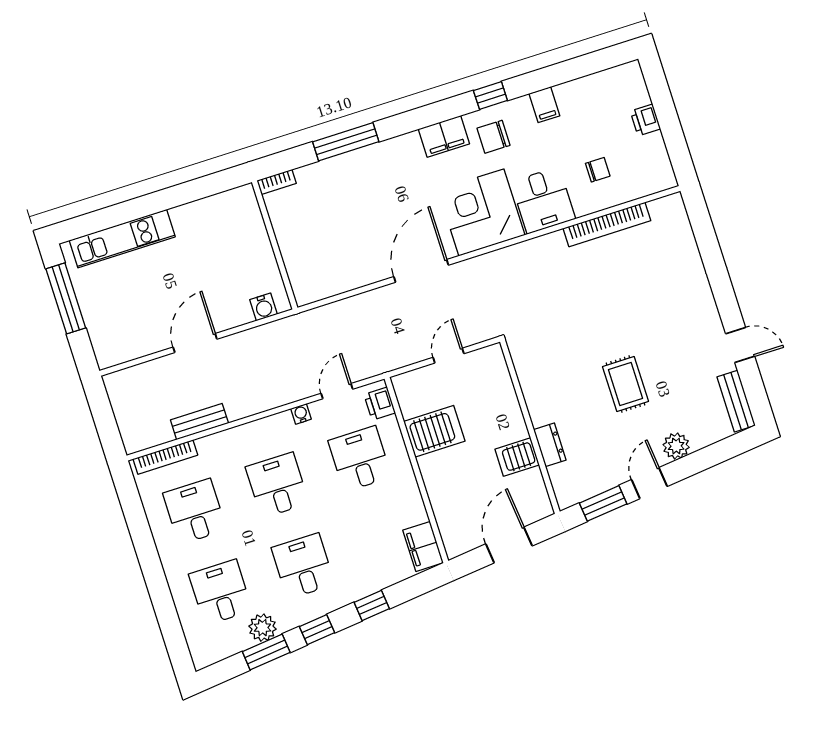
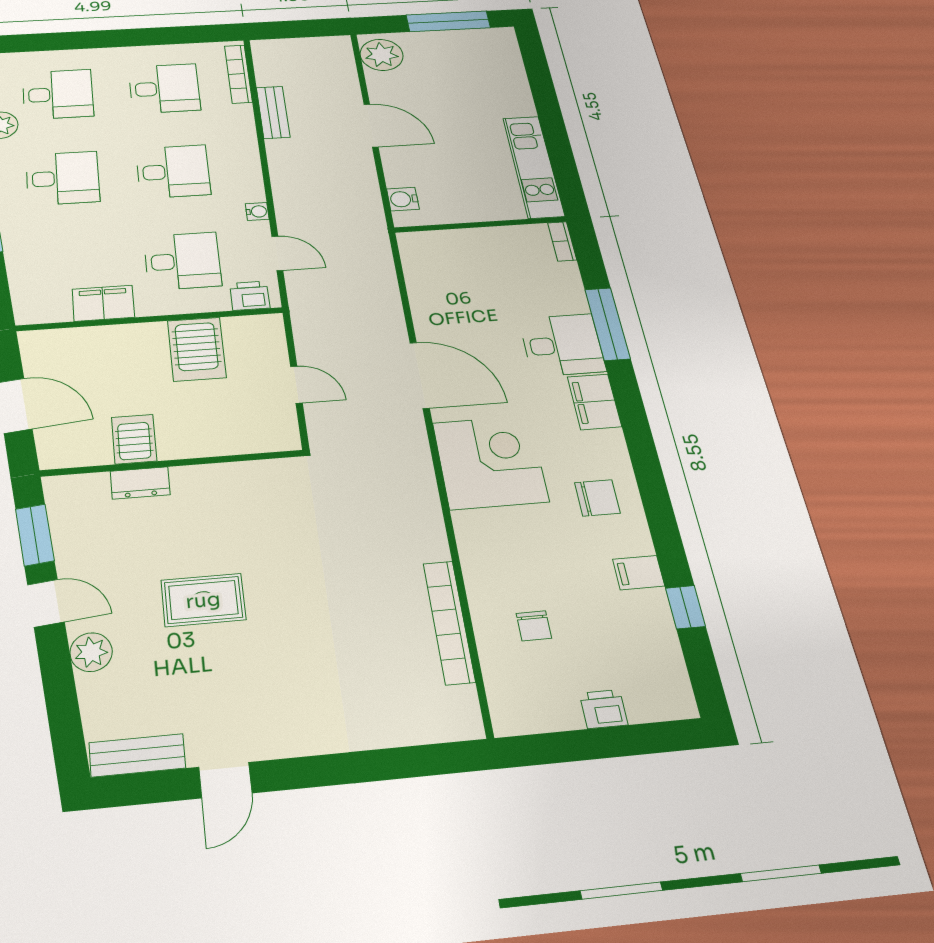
window: (490, 96) -> (685, 607), moved
filing cabinet: (444, 136) -> (594, 402), moved
chair: (494, 137) -> (597, 498), turned 90
desk: (543, 200) -> (562, 345), moved, turned 180
kitchen unit: (122, 239) -> (533, 167), moved
plant: (117, 347) -> (382, 55), added
filing cabinet: (423, 546) -> (103, 303), moved

